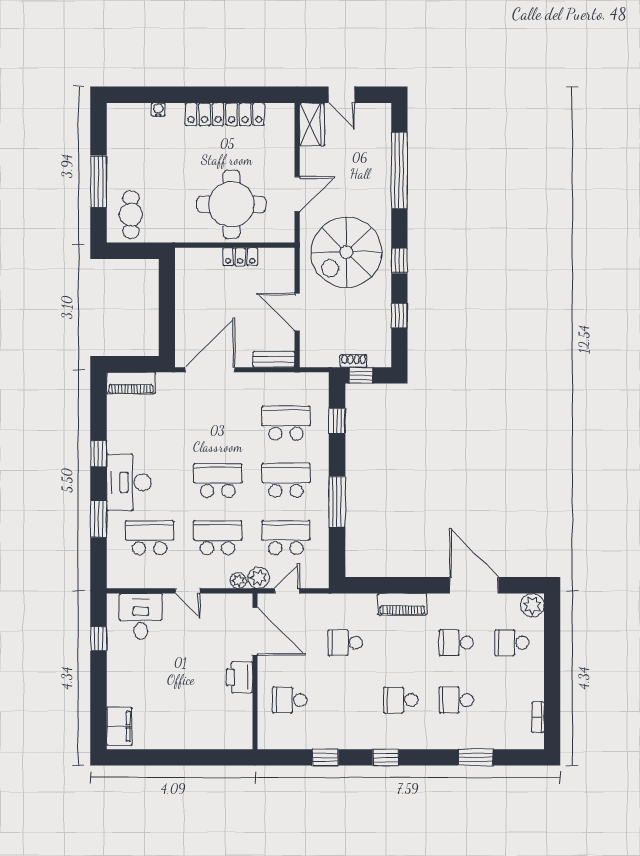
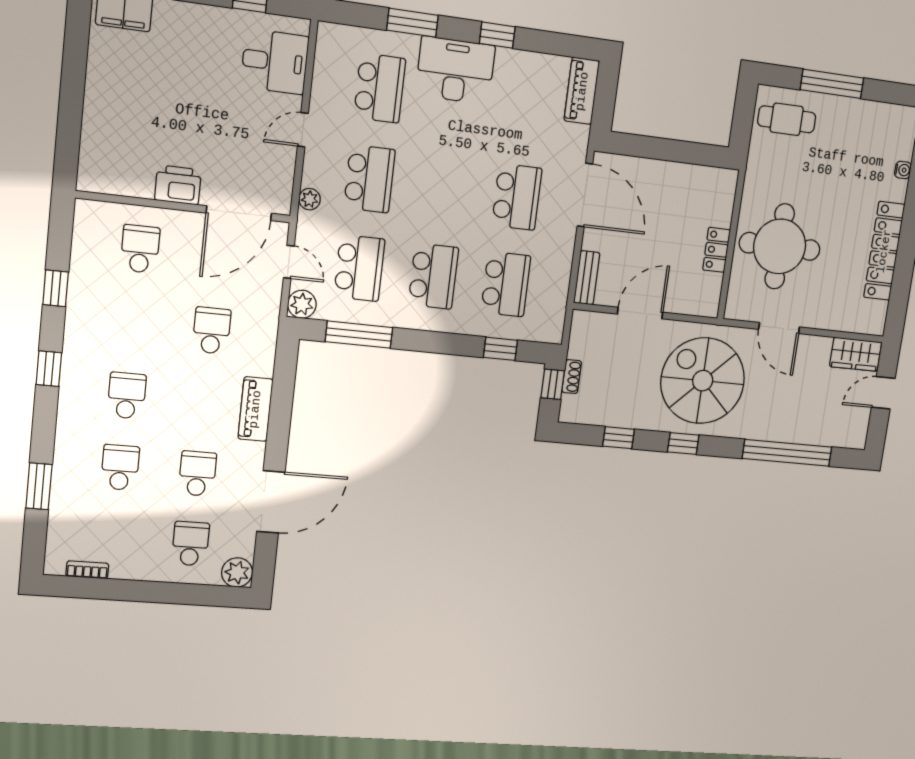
school desk: (218, 480) -> (517, 197), moved
window: (337, 502) -> (359, 335), moved
plant: (259, 578) -> (302, 304), moved

